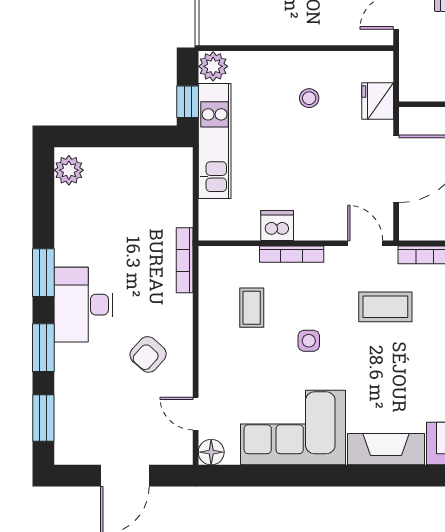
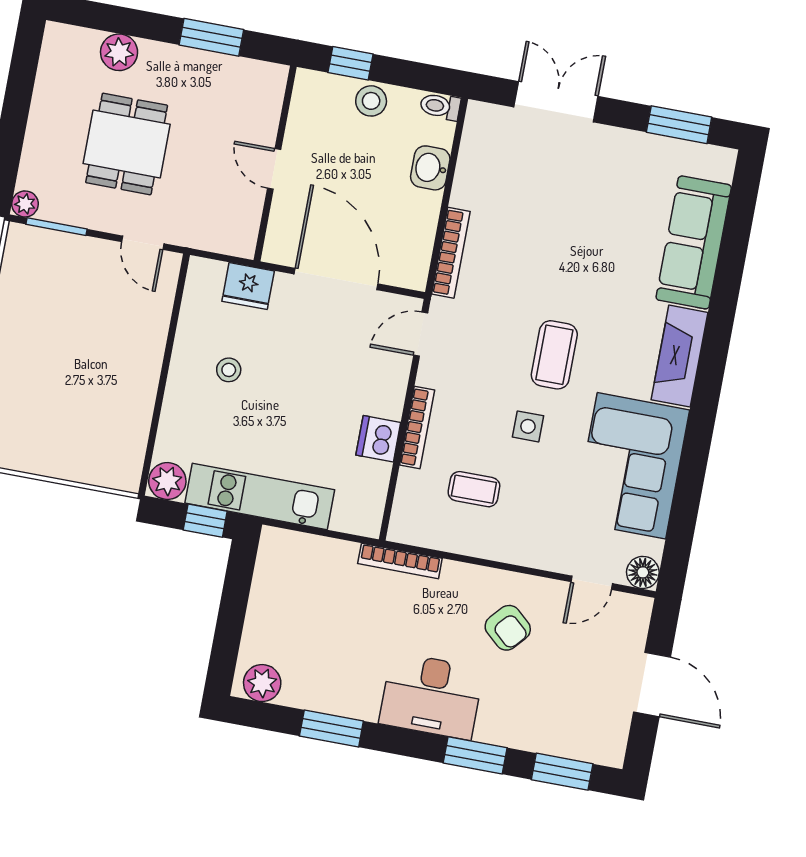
window: (43, 273) -> (331, 729), moved
coffee table: (385, 307) -> (554, 355), moved

